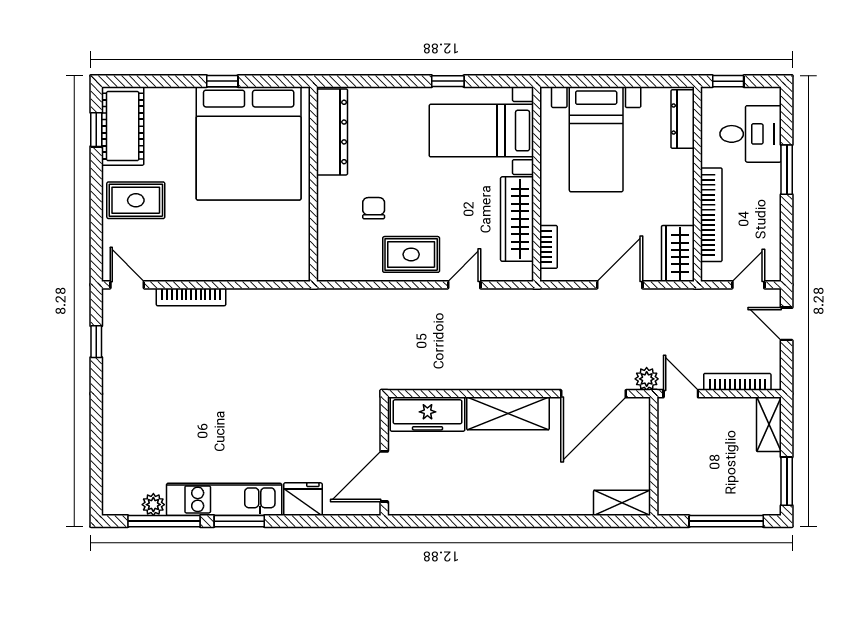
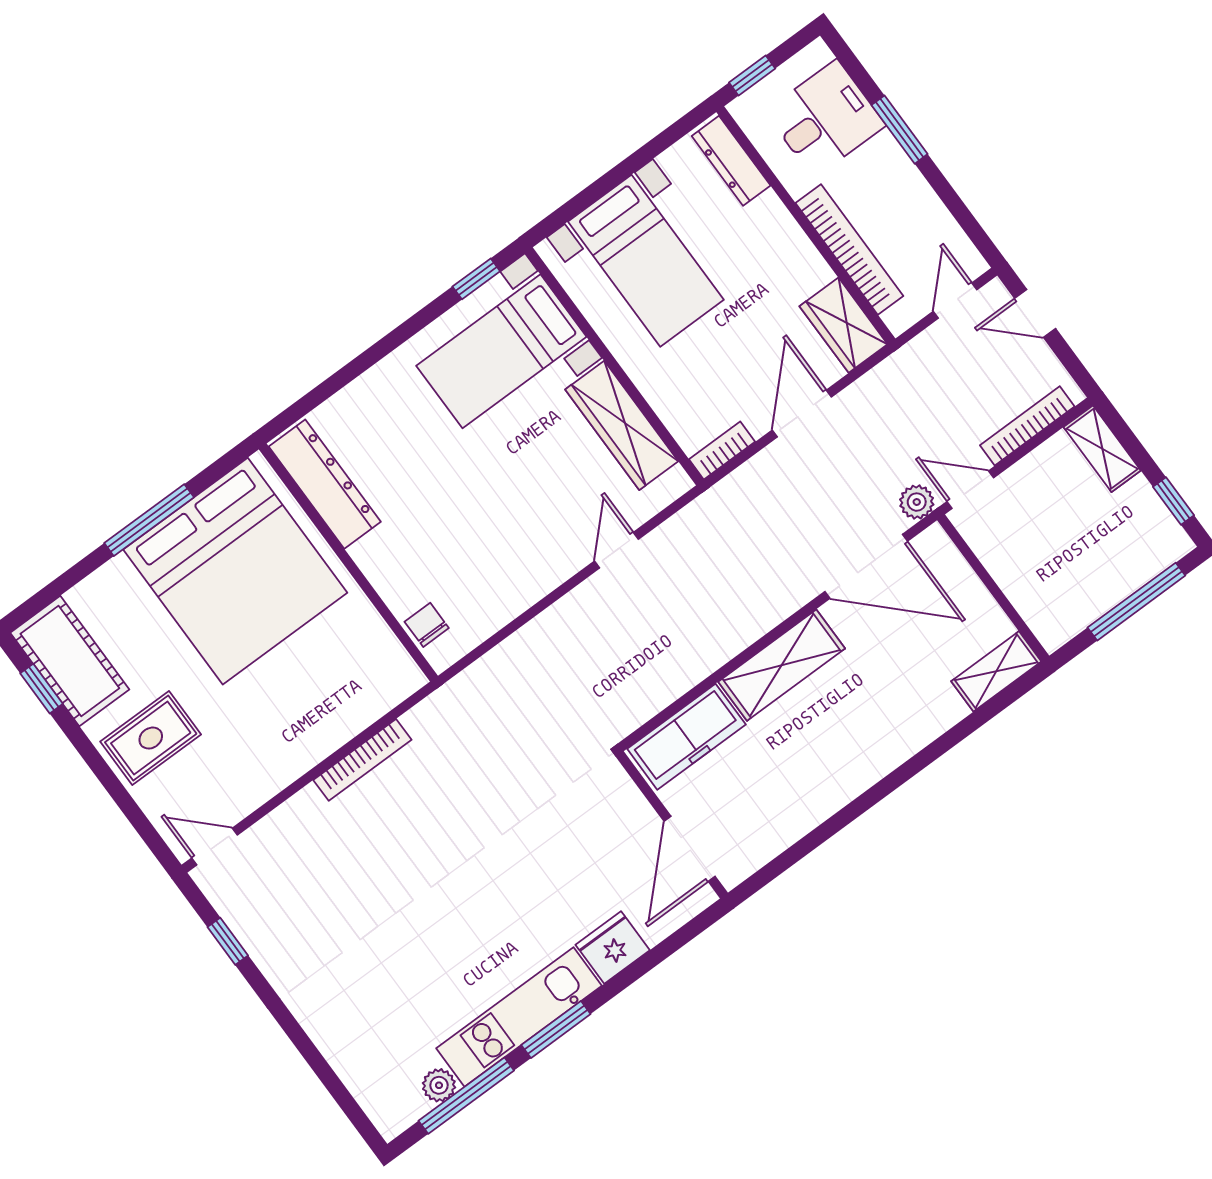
window: (222, 81) -> (149, 520), width x2.17
window: (448, 81) -> (476, 279), moved
chair: (374, 208) -> (427, 625), moved
bookcase: (549, 247) -> (722, 451), moved, turned -90
rug: (411, 254) -> (527, 561), removed
bookcase: (191, 297) -> (362, 760), moved
door: (593, 394) -> (866, 566), hinge flipped
window: (787, 481) -> (1173, 501), width x0.67

